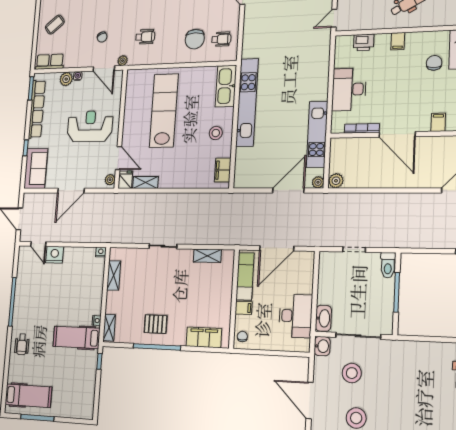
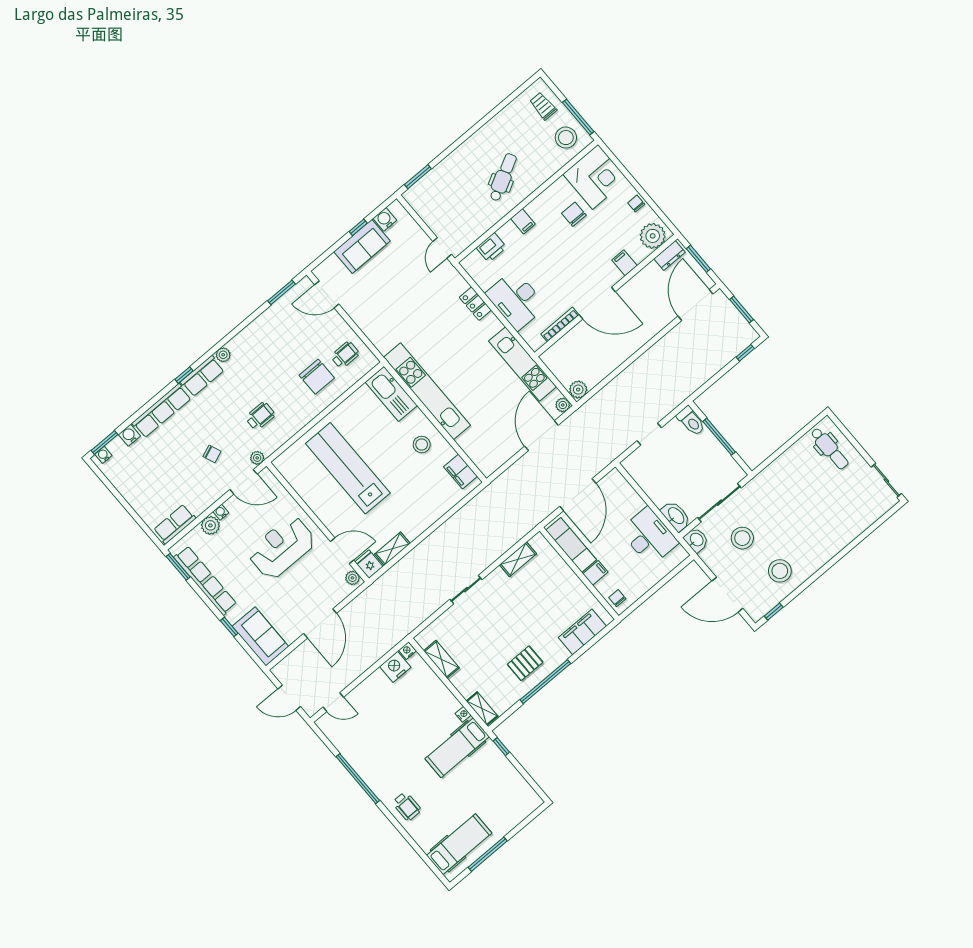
coffee table: (55, 25) -> (145, 484), removed
locker: (323, 71) -> (475, 304), added
nightstand: (55, 255) -> (395, 667), moved

